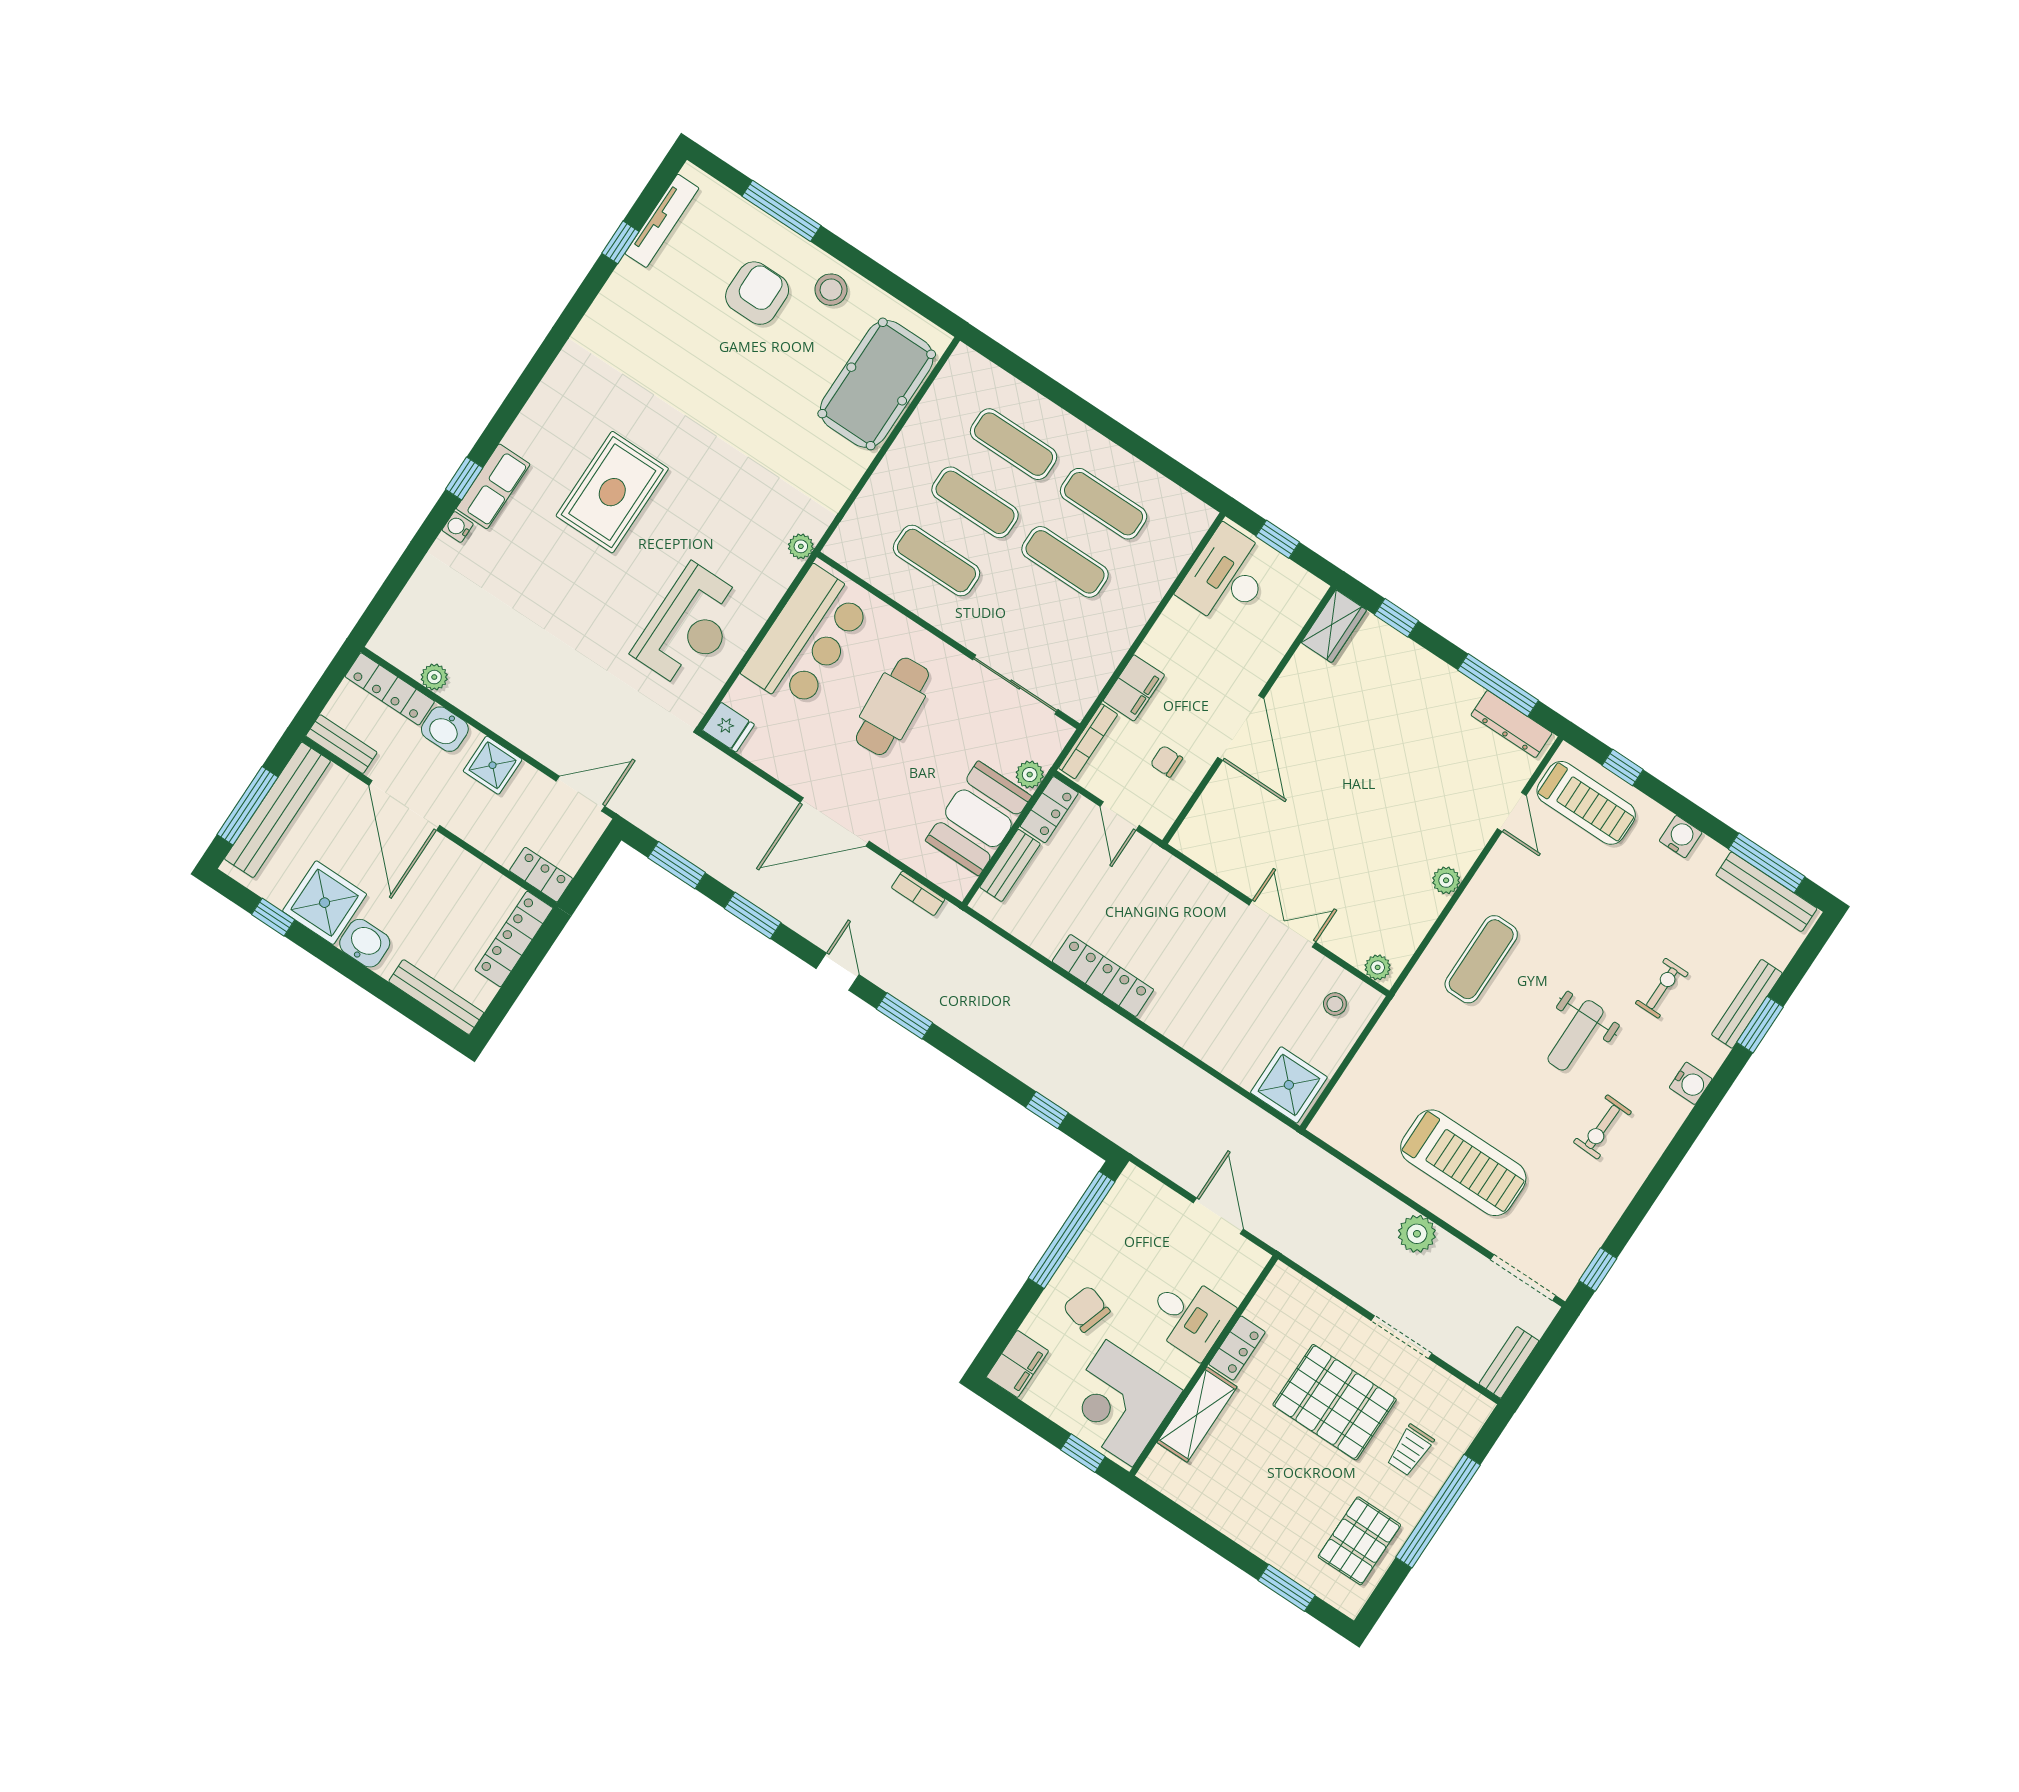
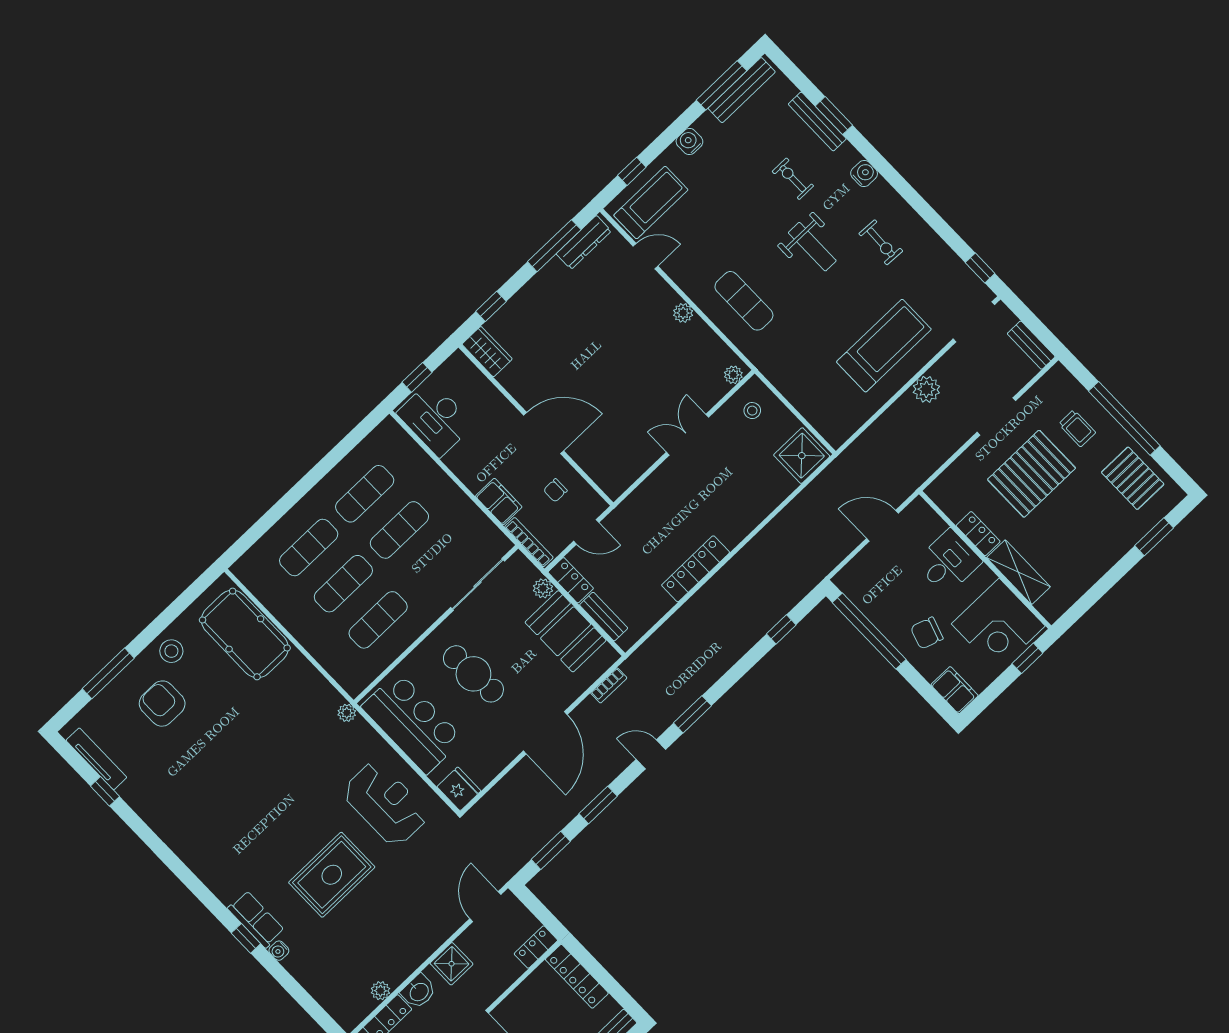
rug: (612, 492) -> (332, 875), moved, turned 90
fridge: (728, 727) -> (459, 789), width x1.38

